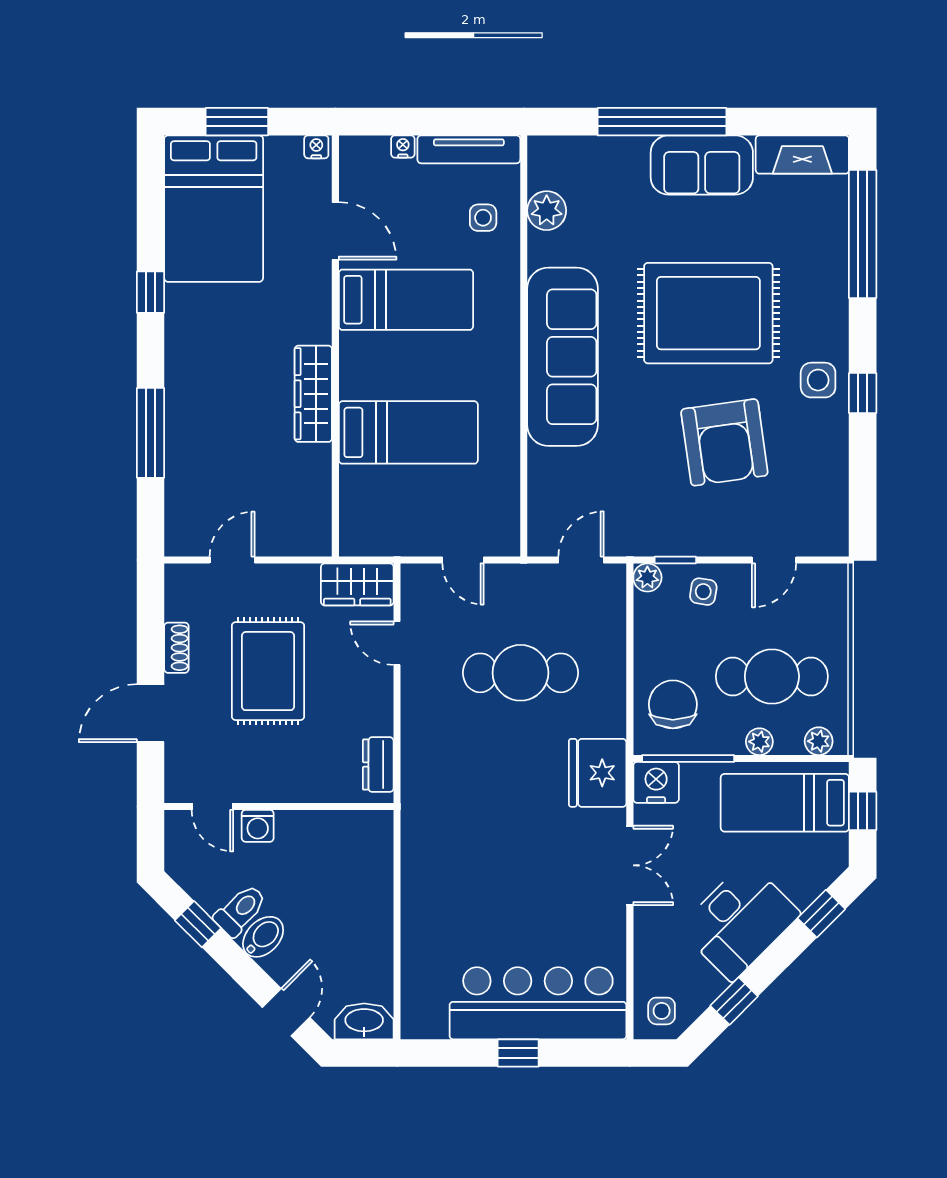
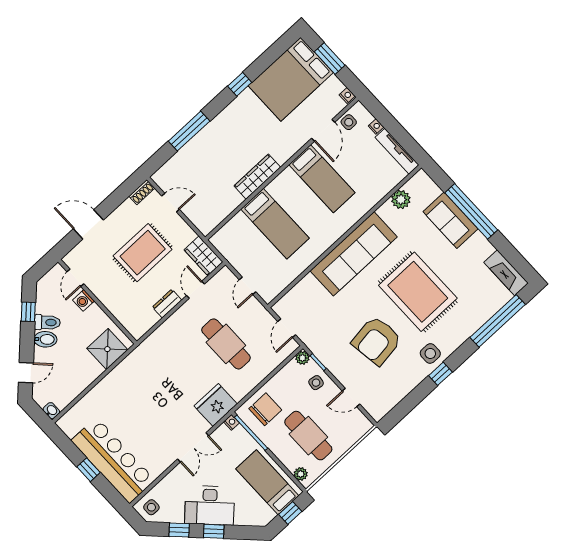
sofa: (702, 165) -> (450, 220), moved
side table: (483, 218) -> (349, 122), moved
door: (581, 560) -> (287, 328), swing flipped
shoe rack: (176, 648) -> (142, 192), moved
plant: (759, 742) -> (281, 453), removed
dresser: (378, 765) -> (167, 304), moved
nightstand: (656, 782) -> (231, 422), width x0.53, depth x0.56
shower: (364, 858) -> (107, 349), added
window: (821, 914) -> (214, 531), moved
washbasin: (364, 1021) -> (51, 411), width x0.52, depth x0.69

